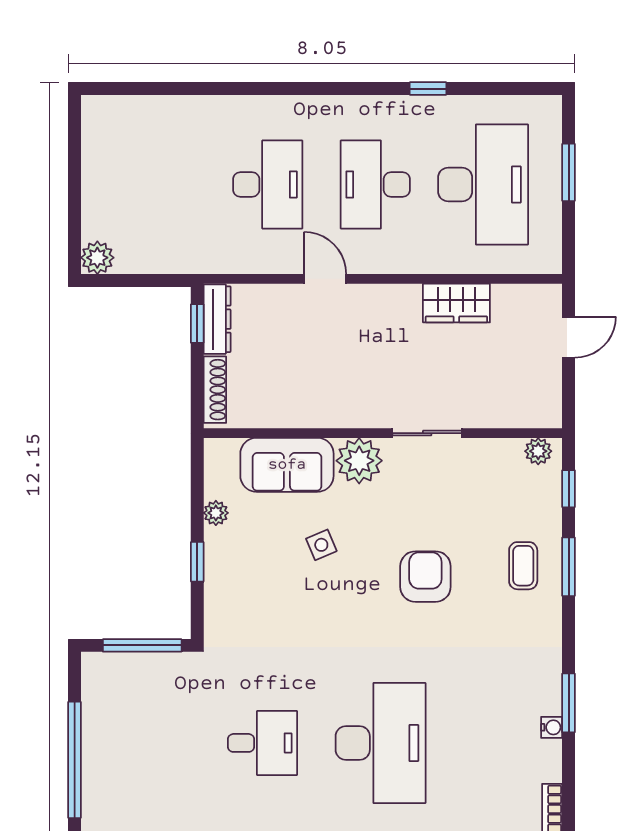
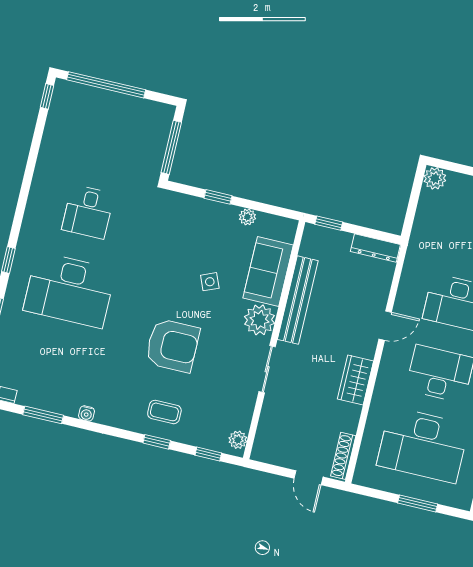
wardrobe: (456, 303) -> (355, 380), moved
window: (197, 324) -> (329, 223), moved
shoe rack: (215, 390) -> (343, 456), moved, turned 90
bench: (318, 413) -> (298, 300), added
window: (569, 567) -> (157, 442), width x0.67
armchair: (425, 577) -> (173, 346), width x1.36, depth x1.36
window: (569, 703) -> (43, 415), moved
water cooler: (552, 727) -> (86, 413), moved

